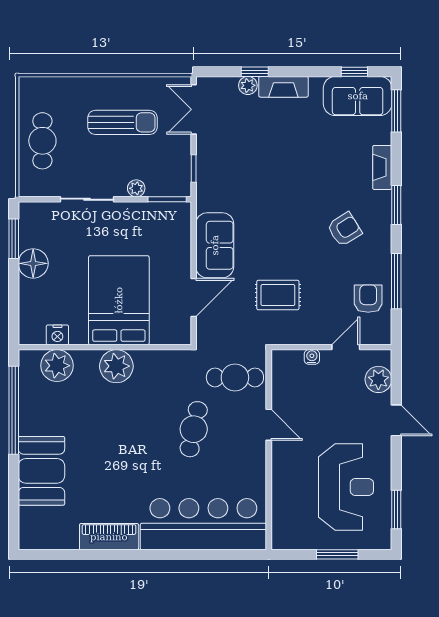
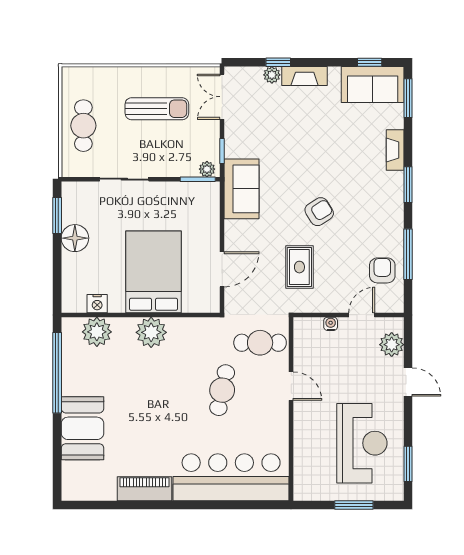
plant: (136, 188) -> (207, 169), moved
armchair: (344, 229) -> (319, 212), moved
sofa: (215, 245) -> (241, 189), moved
rug: (278, 295) -> (299, 267), turned 90

